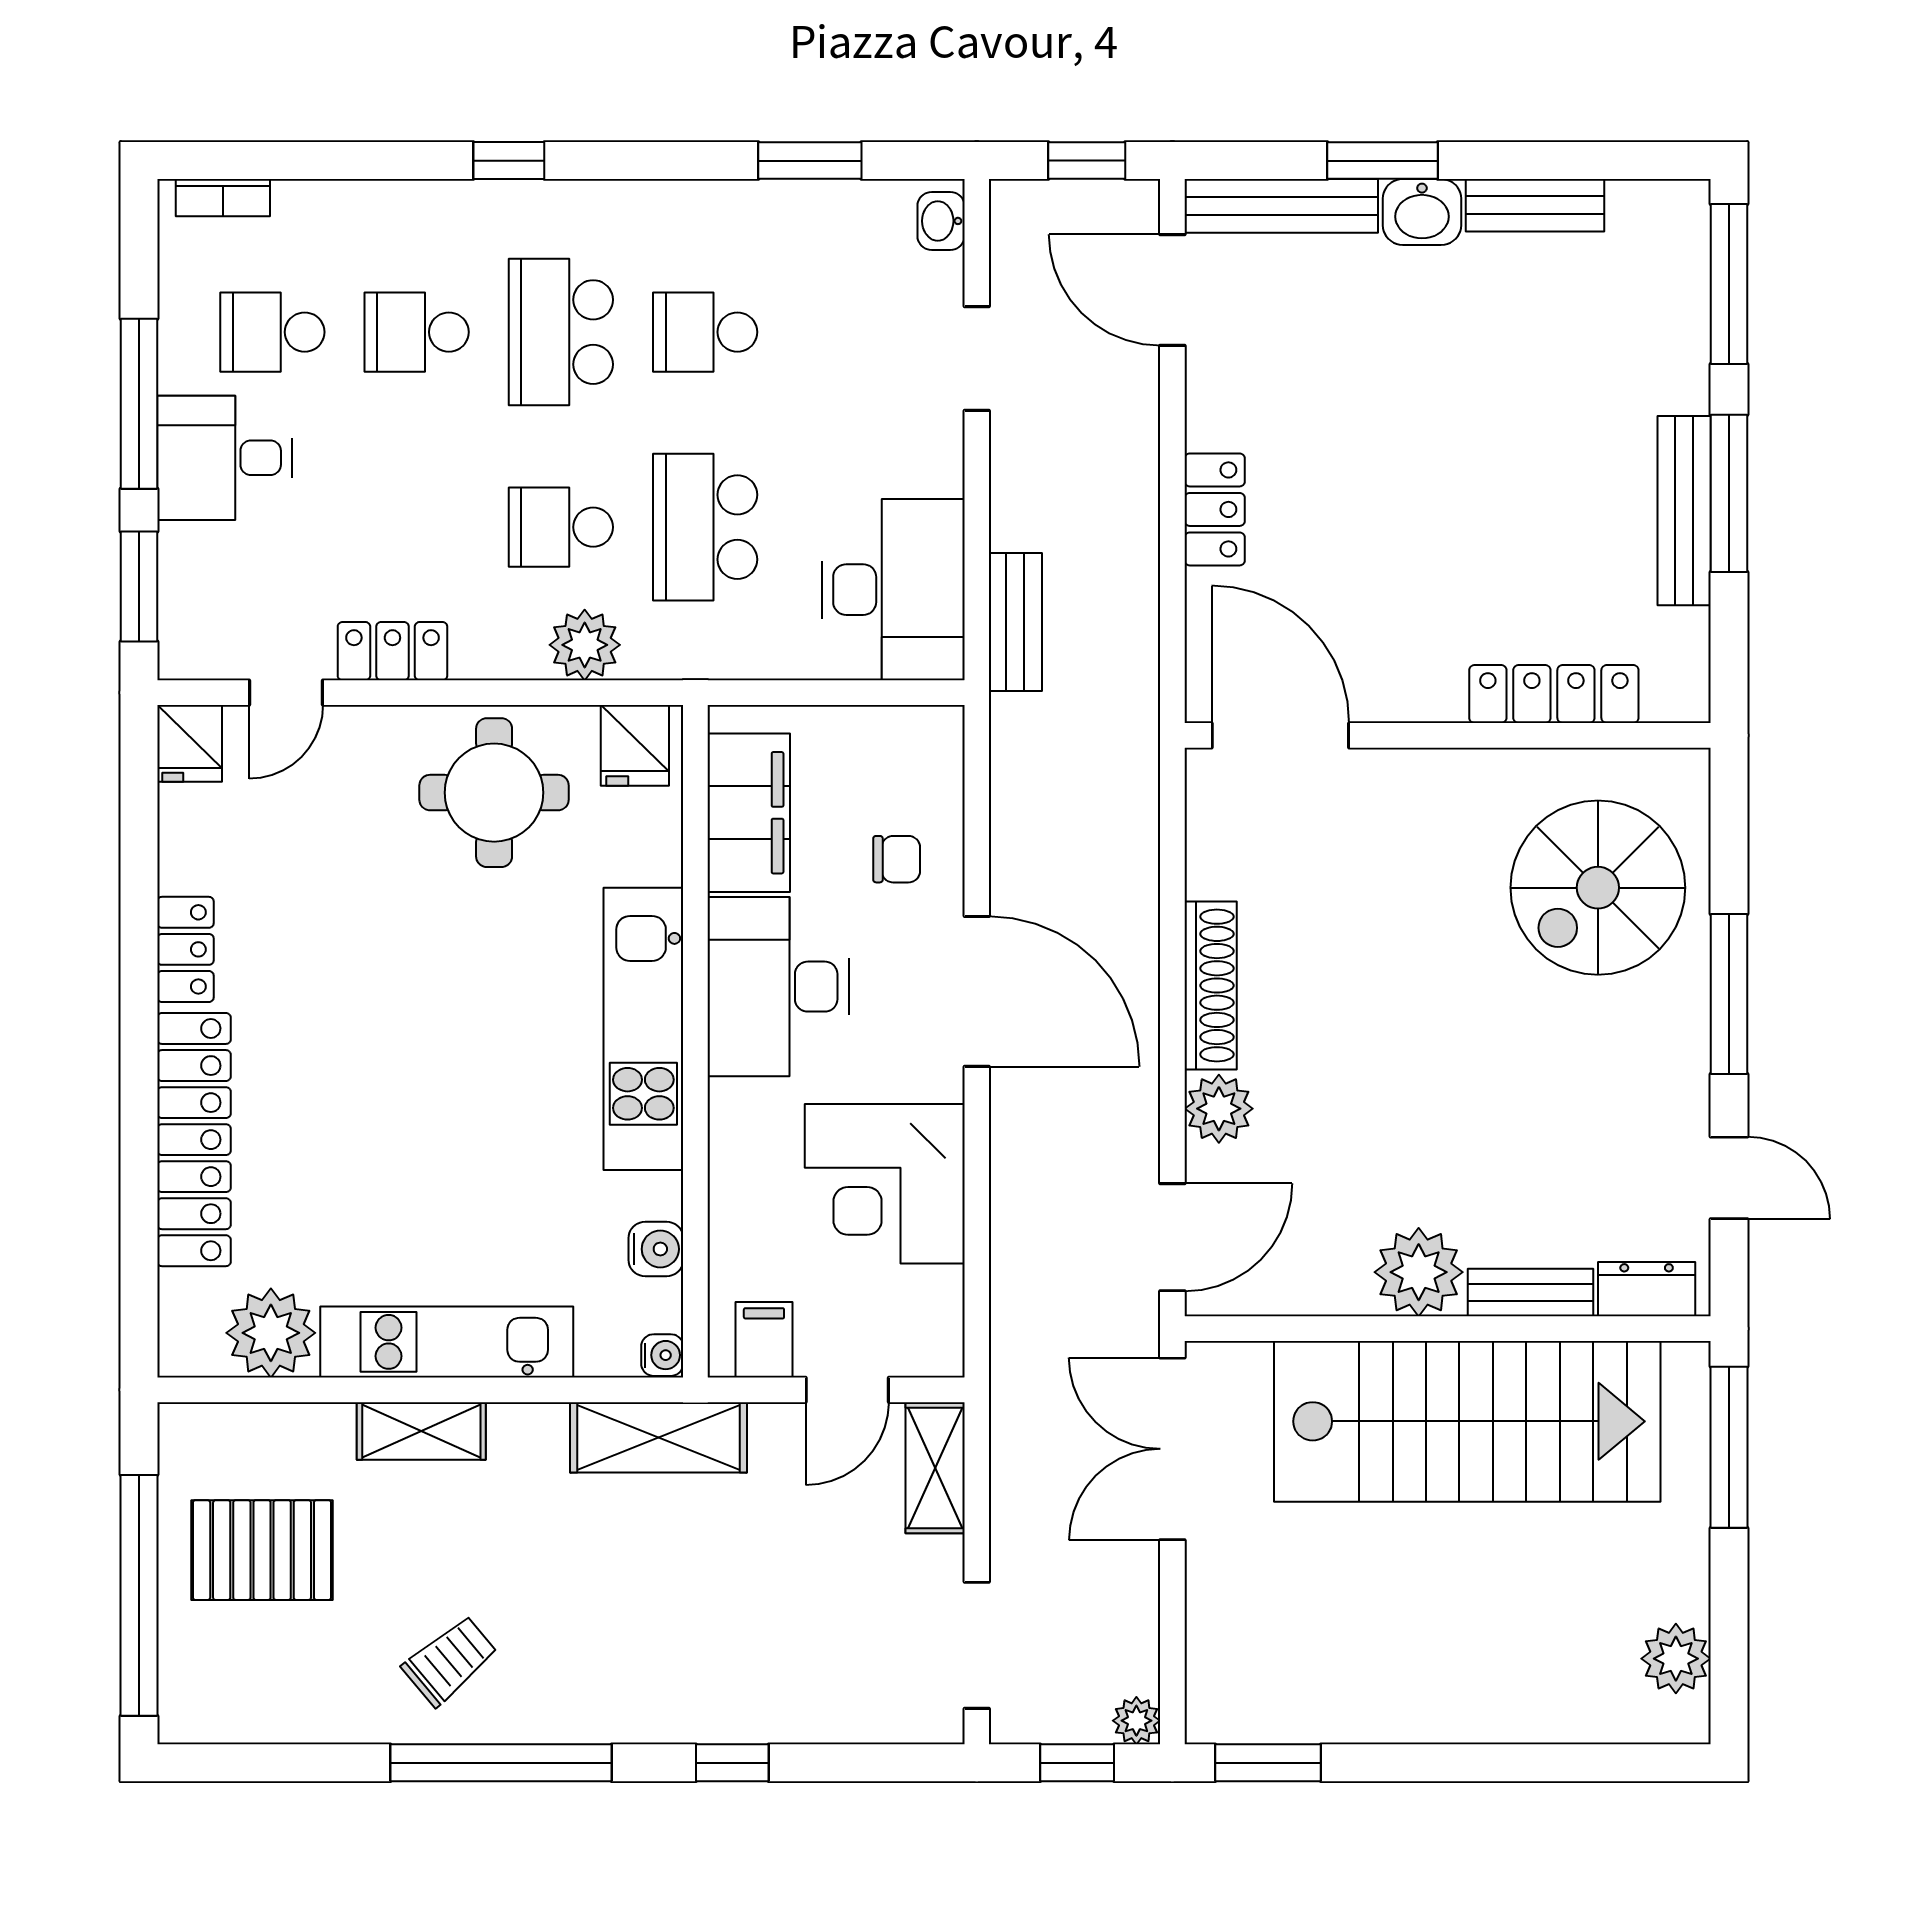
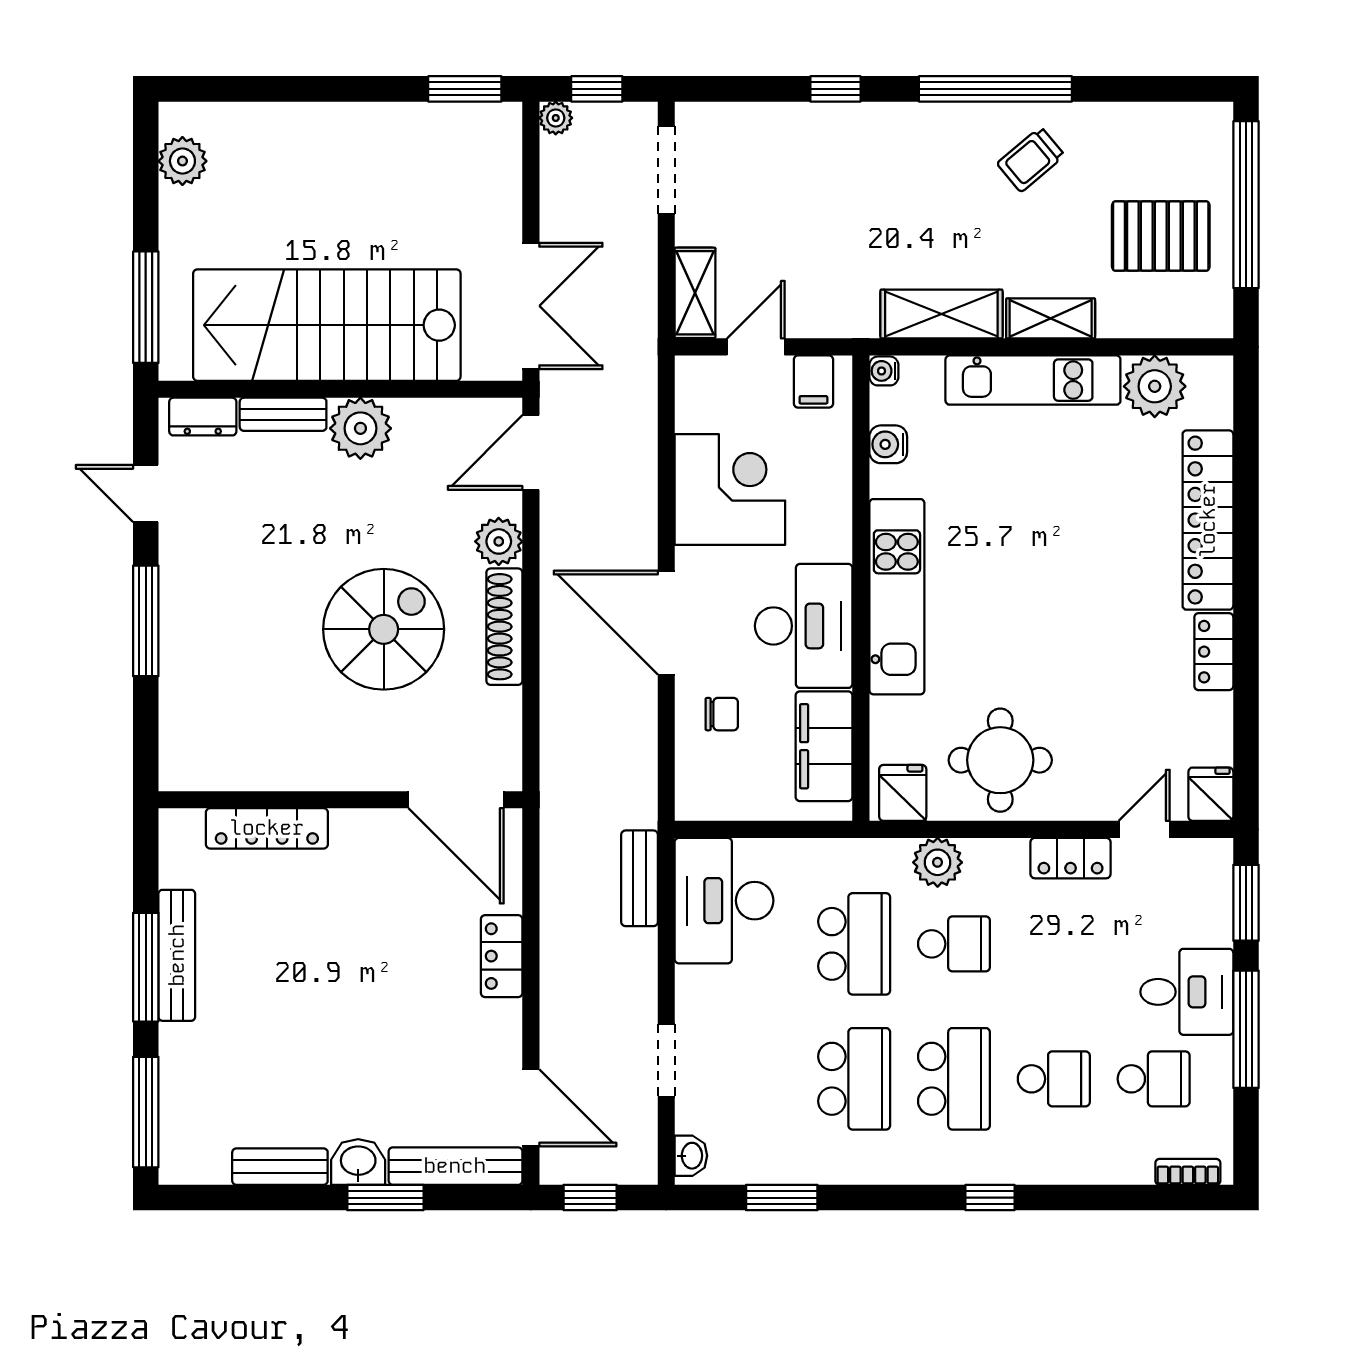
school desk: (705, 332) -> (854, 1079), width x1.85
chair: (897, 859) -> (722, 714), turned 180
spiral stairs: (1598, 888) -> (384, 629), moved
shelving: (658, 1437) -> (941, 314), moved

